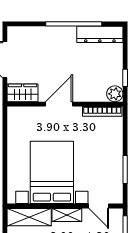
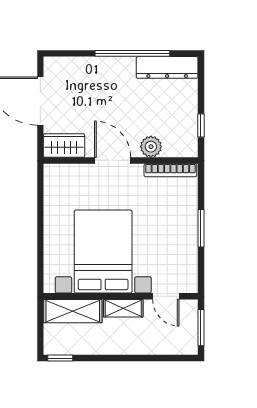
plant: (115, 94) -> (151, 147), moved
door: (59, 104) -> (113, 160), hinge flipped
window: (125, 170) -> (201, 228), moved

